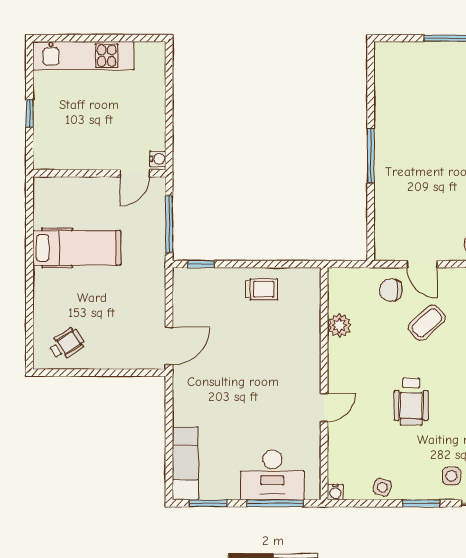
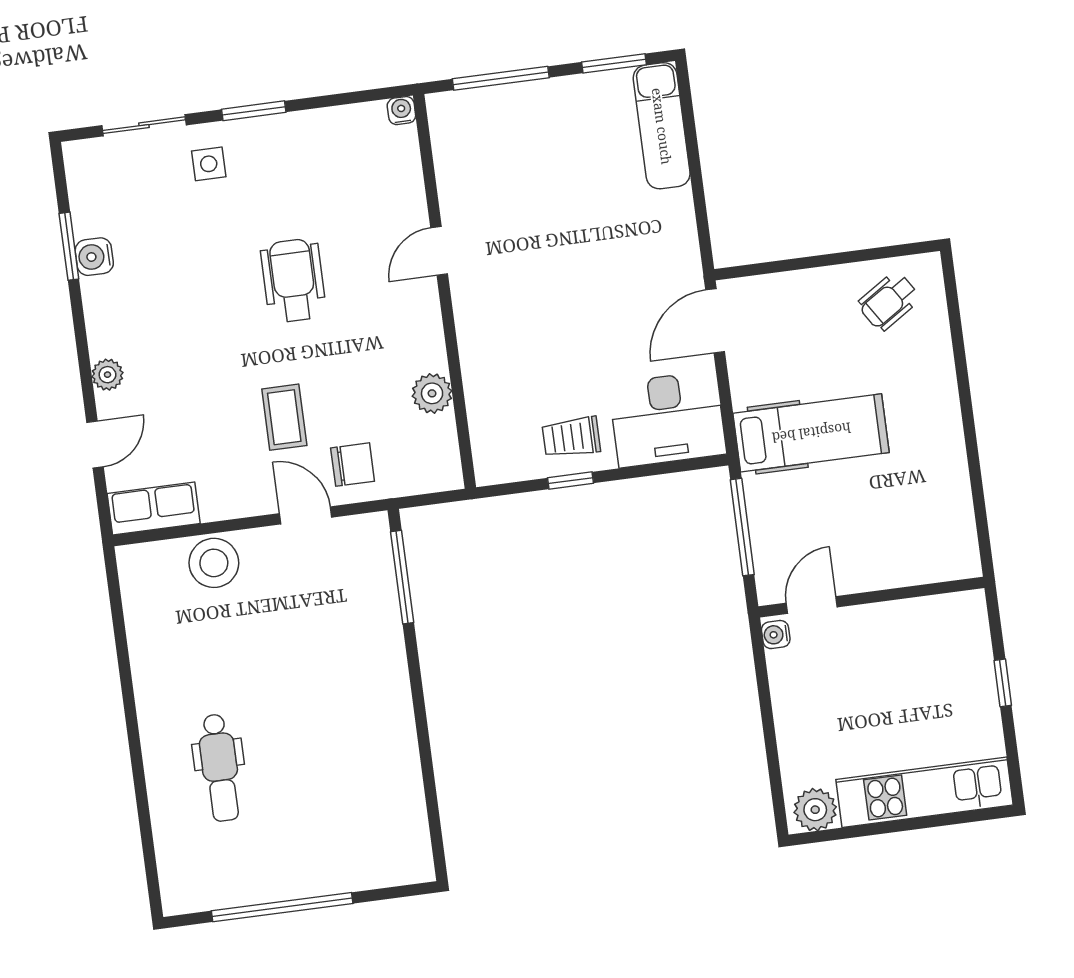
plant: (148, 54) -> (815, 810), added
window: (371, 156) -> (402, 577), moved
hospital bed: (77, 248) -> (811, 433), moved, turned 180
window: (201, 264) -> (571, 481), moved
coffee table: (427, 323) -> (284, 417), turned -48
desk: (272, 475) -> (667, 419), moved, turned 180
side table: (382, 487) -> (323, 129), removed

